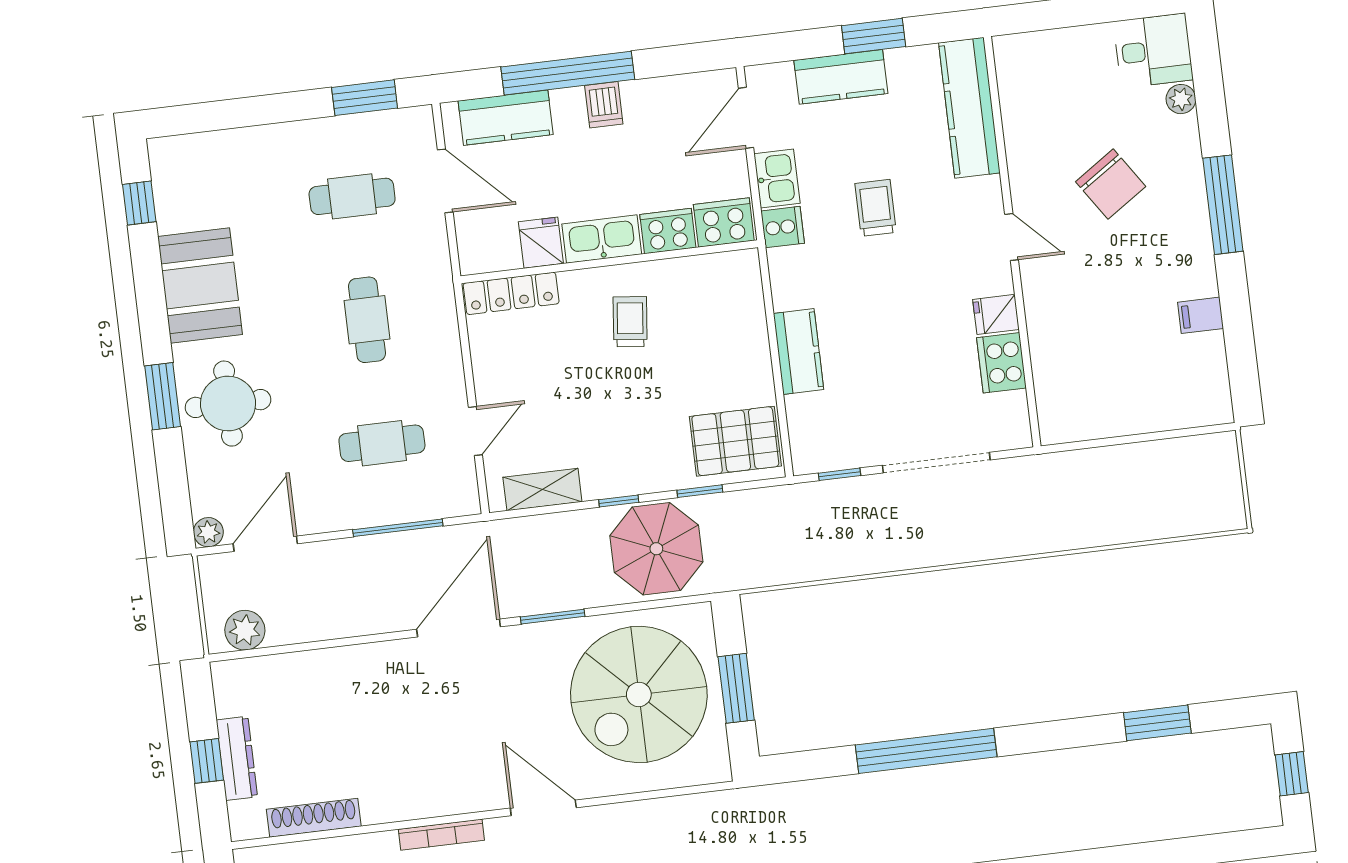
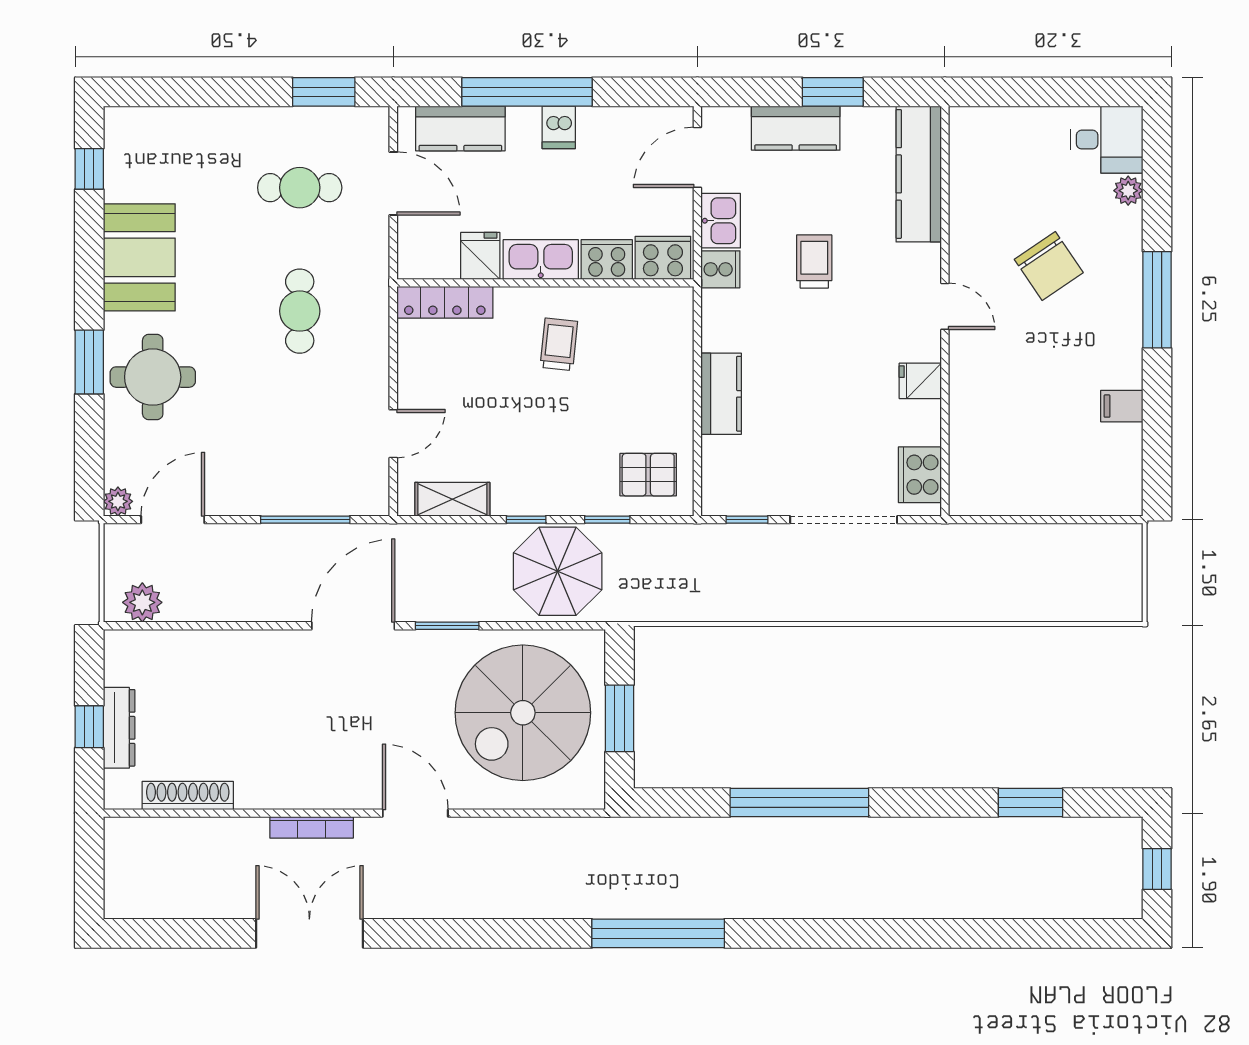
cooker: (1001, 363) -> (920, 475), moved
pallet: (735, 441) -> (648, 475), width x0.67, depth x0.71
cafe table: (382, 443) -> (300, 435), removed

